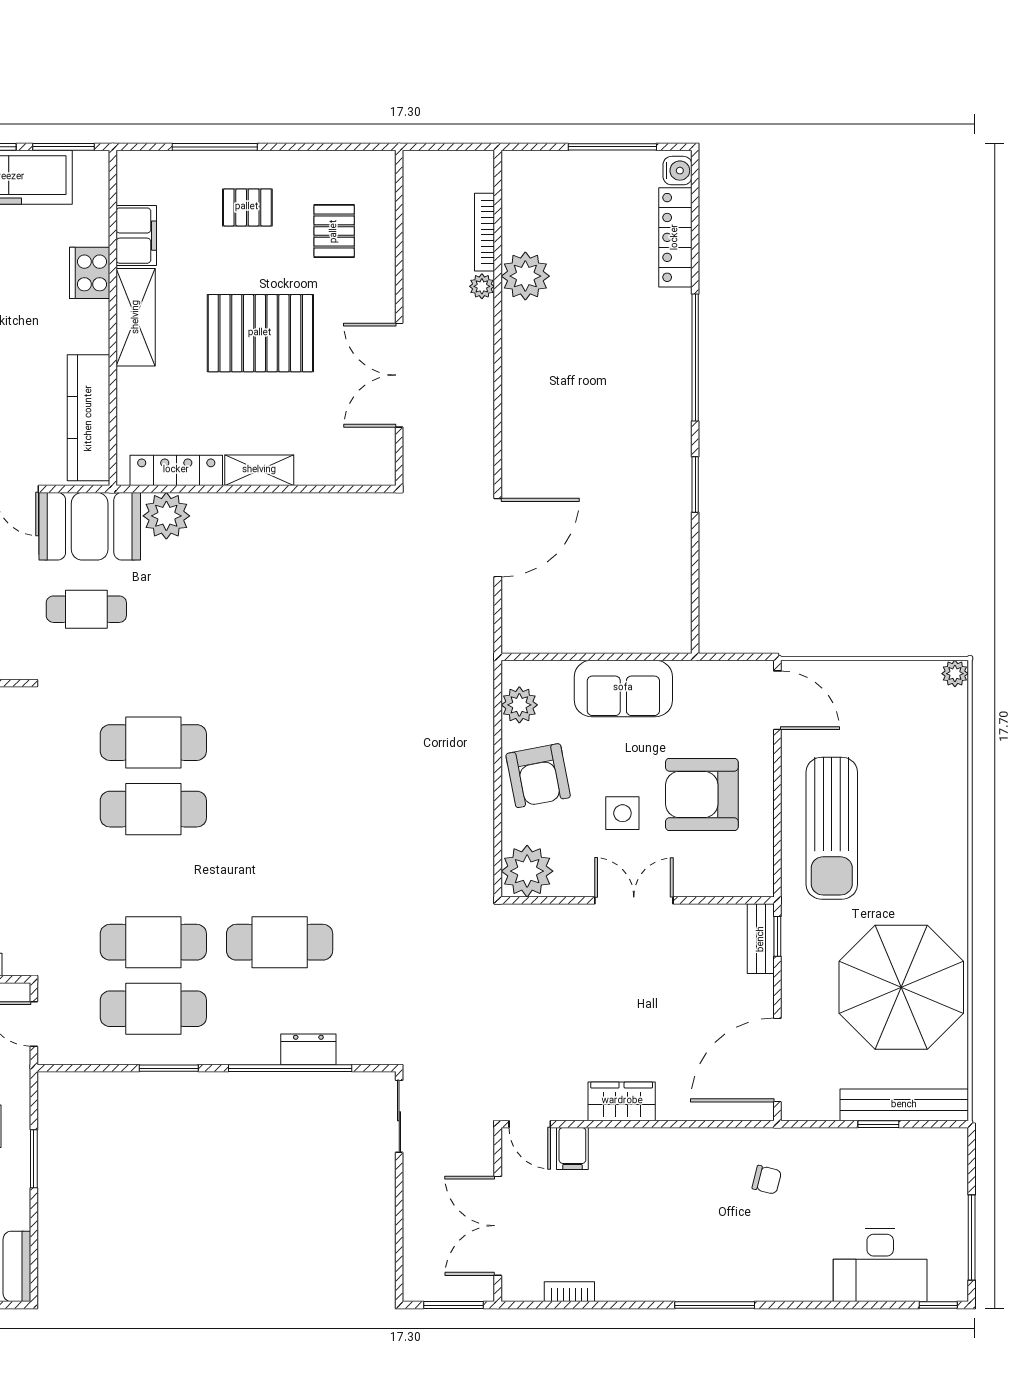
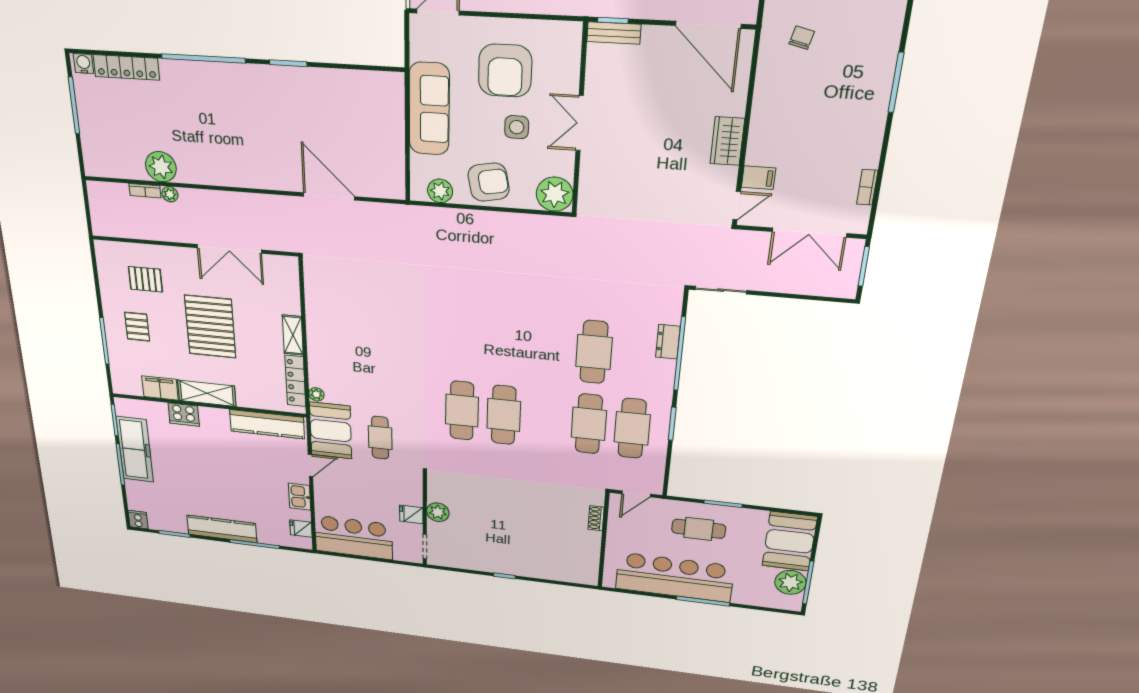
bookcase: (484, 232) -> (145, 191), width x0.64
plant: (166, 516) -> (316, 394), width x0.53, depth x0.53
sofa: (623, 688) -> (429, 109), width x1.36

